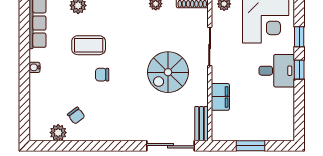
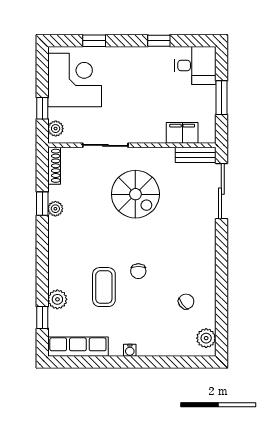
window: (299, 70) -> (159, 41), moved
desk: (277, 71) -> (195, 65), moved, turned 90
filing cabinet: (220, 97) -> (182, 133), moved
plant: (58, 133) -> (206, 338), moved

